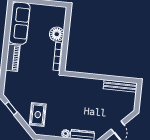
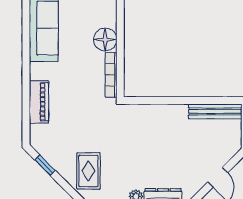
piano: (13, 58) -> (39, 102), moved

